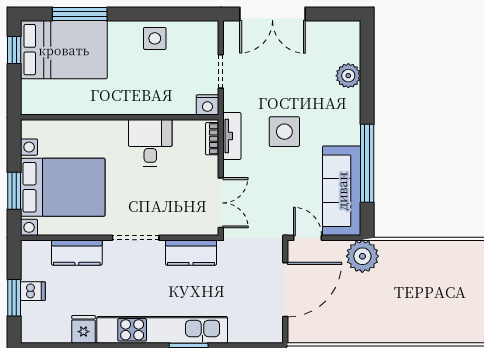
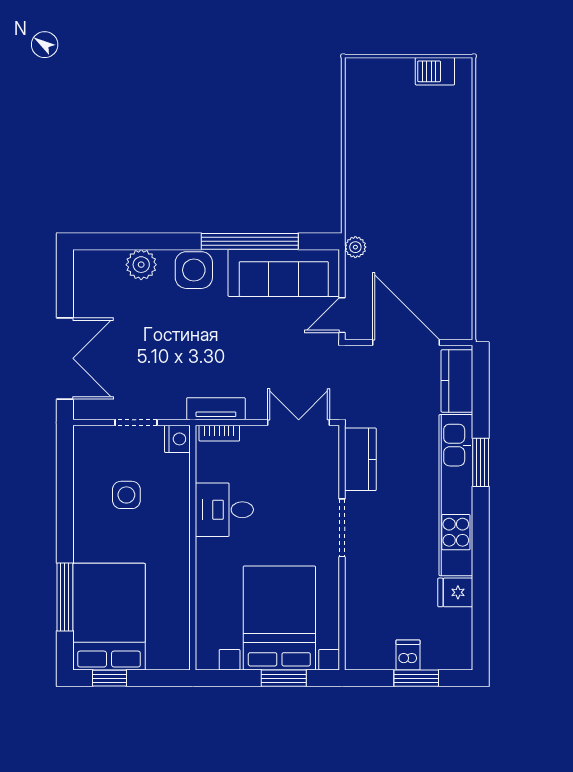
side table: (155, 38) -> (126, 495), moved
side table: (284, 132) -> (194, 270), moved
kitchen counter: (77, 253) -> (457, 381), moved, turned 180
plant: (362, 256) -> (355, 247), width x0.53, depth x0.53

